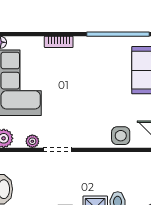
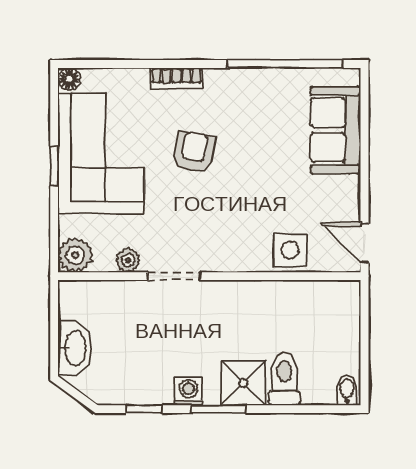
armchair: (68, 82) -> (194, 152), added

